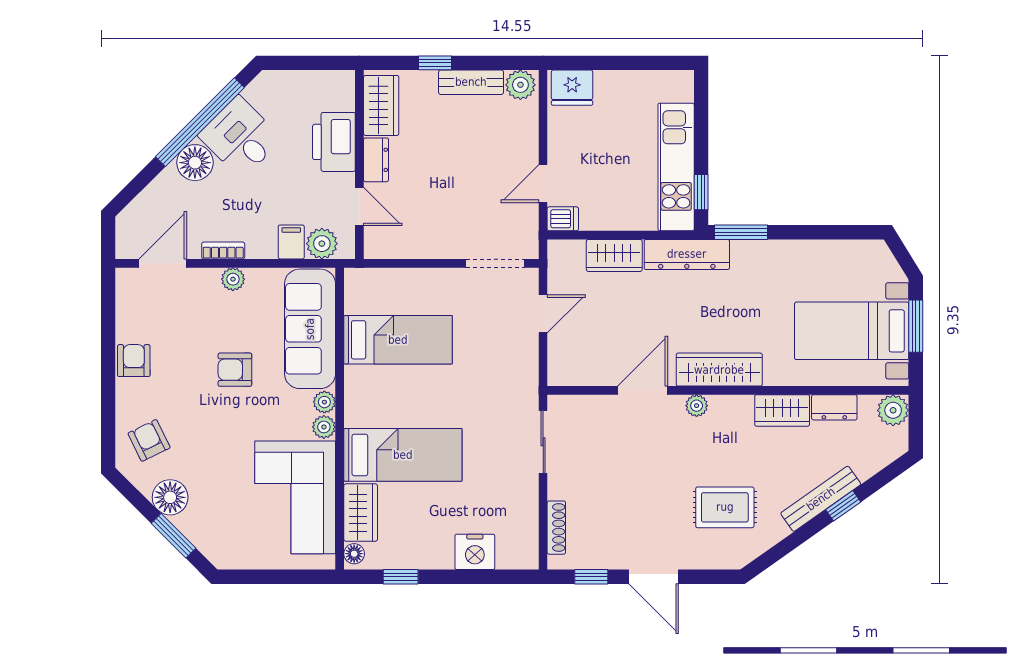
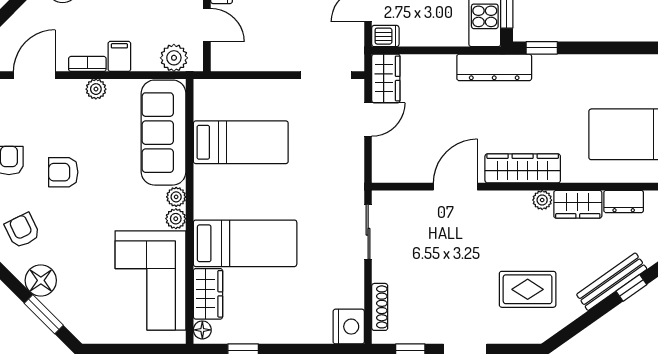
window: (741, 232) -> (542, 48), width x0.67
filing cabinet: (291, 242) -> (119, 56), moved
wardrobe: (614, 255) -> (386, 78), moved, turned -90
armchair: (235, 370) -> (63, 172), moved
plant: (697, 406) -> (542, 200), moved
nightstand: (475, 552) -> (349, 327), moved, turned -90

